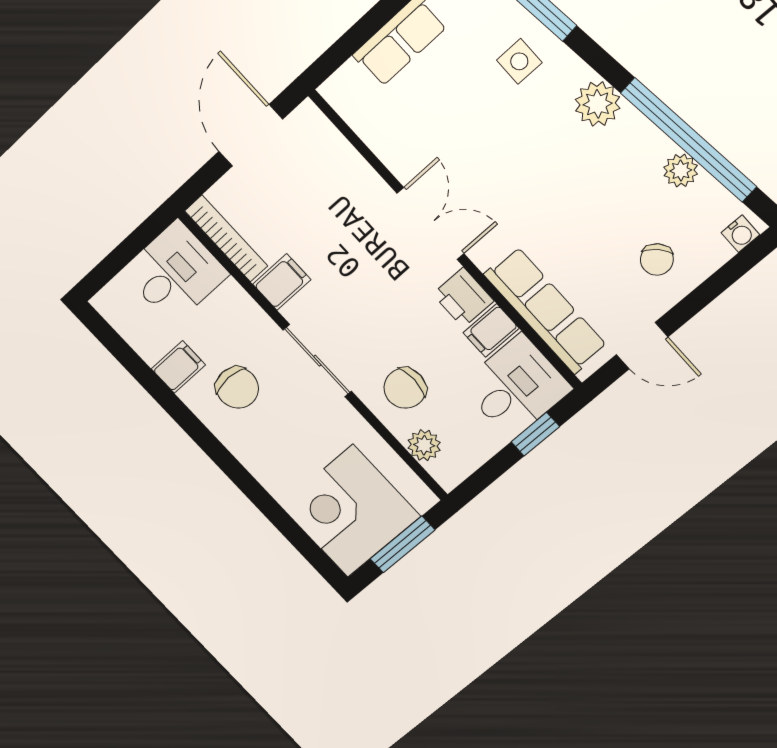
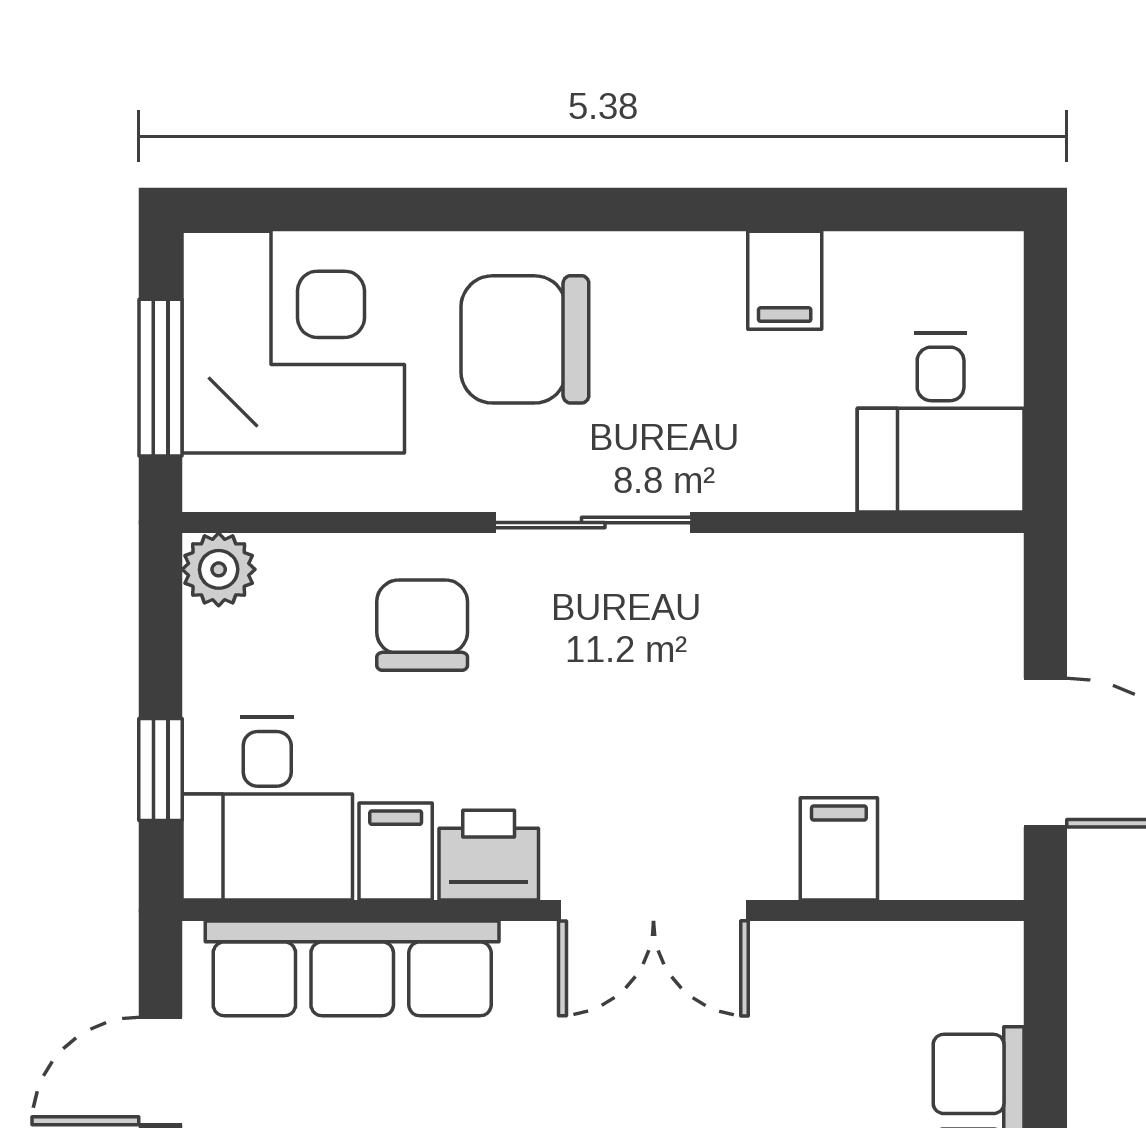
bookcase: (226, 238) -> (920, 559), removed
filing cabinet: (282, 282) -> (839, 849), moved, turned 180
chair: (237, 388) -> (525, 339), moved, width x1.37, depth x1.37
plant: (424, 445) -> (219, 569), moved

